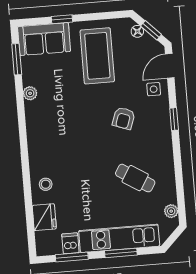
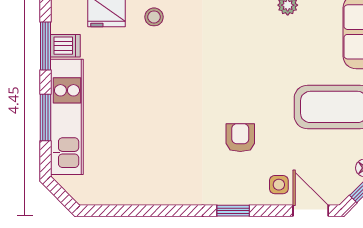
armchair: (124, 118) -> (240, 138), turned 70
cafe table: (135, 178) -> (152, 147), removed
plant: (171, 211) -> (100, 196), removed

